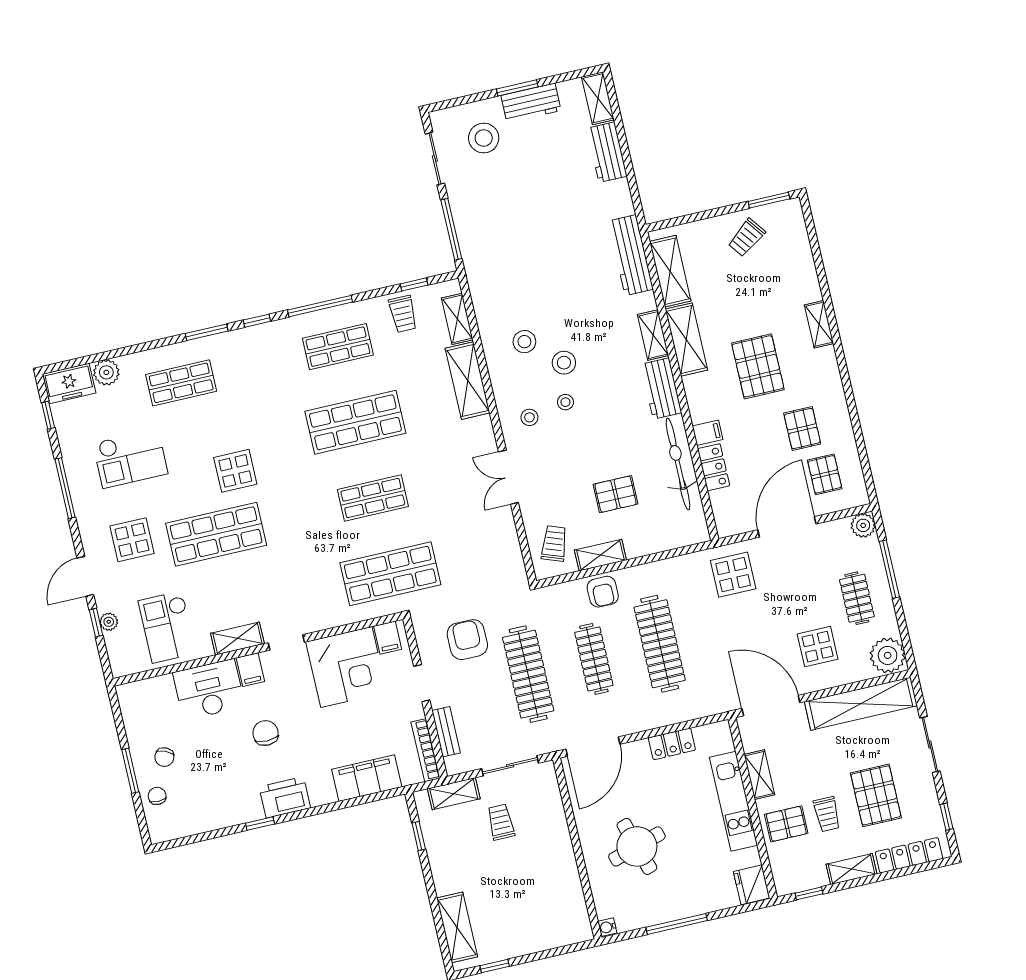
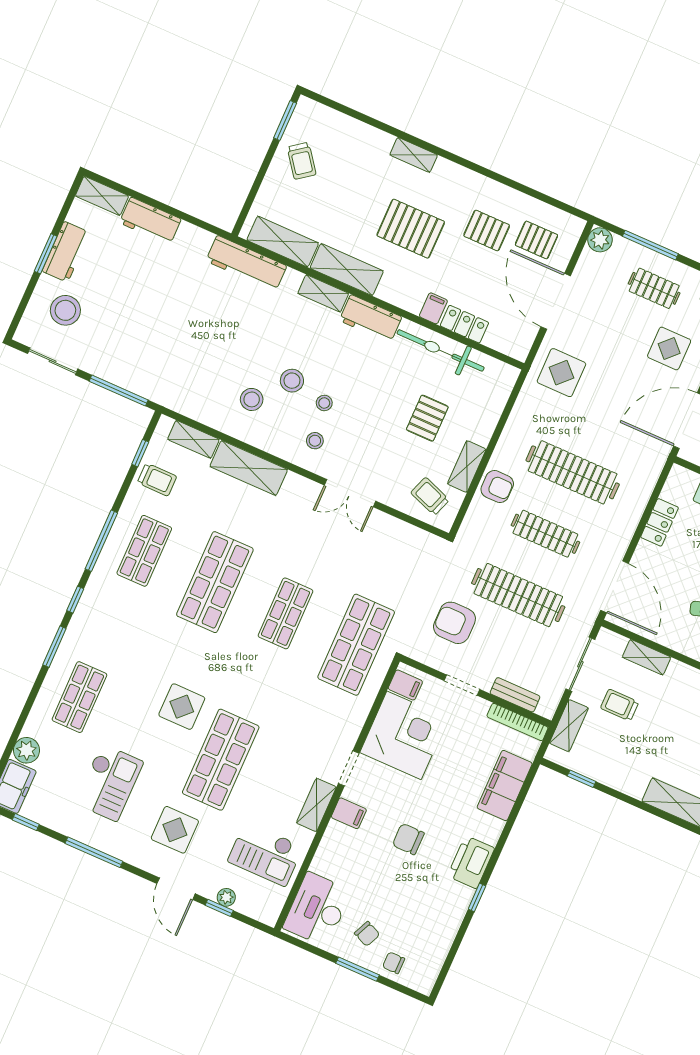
desk: (209, 690) -> (317, 909), moved
shelving: (556, 815) -> (647, 657), added

